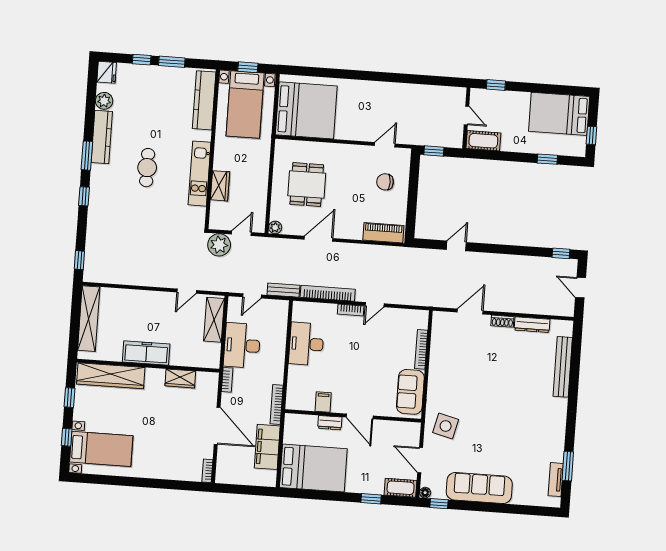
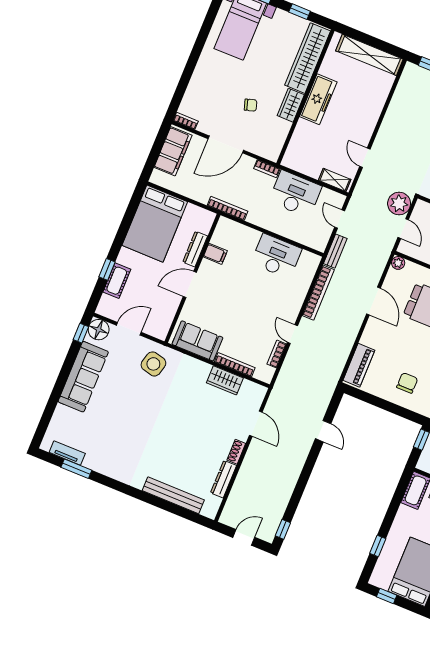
bookcase: (351, 310) -> (277, 354), moved
shelving: (214, 320) -> (335, 180), width x0.67, depth x0.75
wardrobe: (439, 354) -> (225, 380), added
wardrobe: (180, 378) -> (291, 105), moved
chair: (172, 415) -> (251, 105), added
dresser: (330, 423) -> (195, 249), width x1.44
filing cabinet: (267, 447) -> (173, 151), moved, turned 90
cot: (401, 488) -> (117, 281), moved
floor lamp: (425, 493) -> (99, 330), width x1.89, depth x1.89

